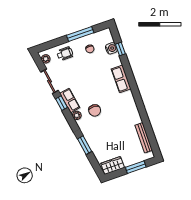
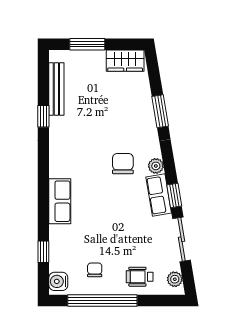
window: (80, 34) -> (102, 301), width x1.46
water cooler: (111, 48) -> (58, 281), moved
window: (146, 121) -> (43, 116), added

